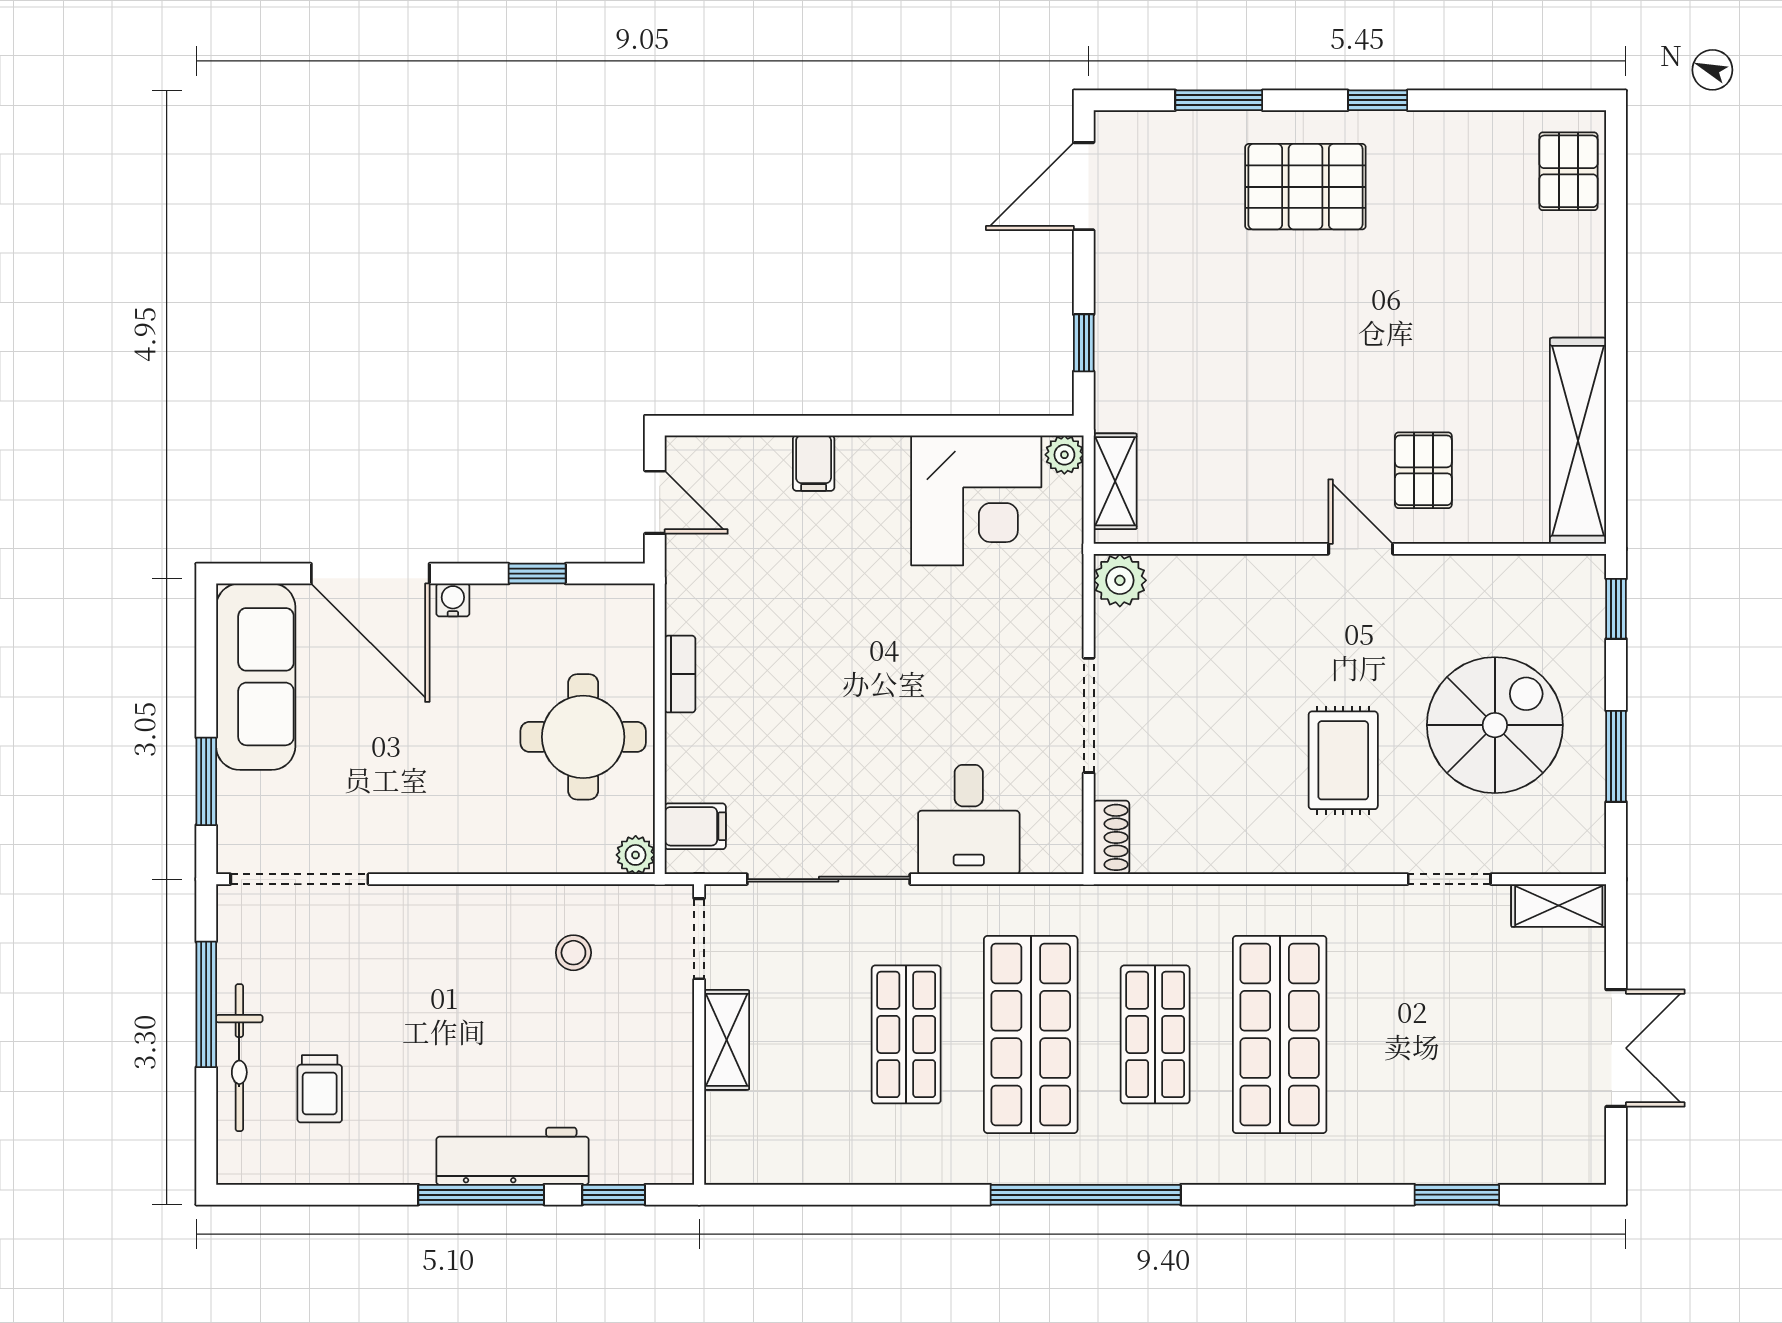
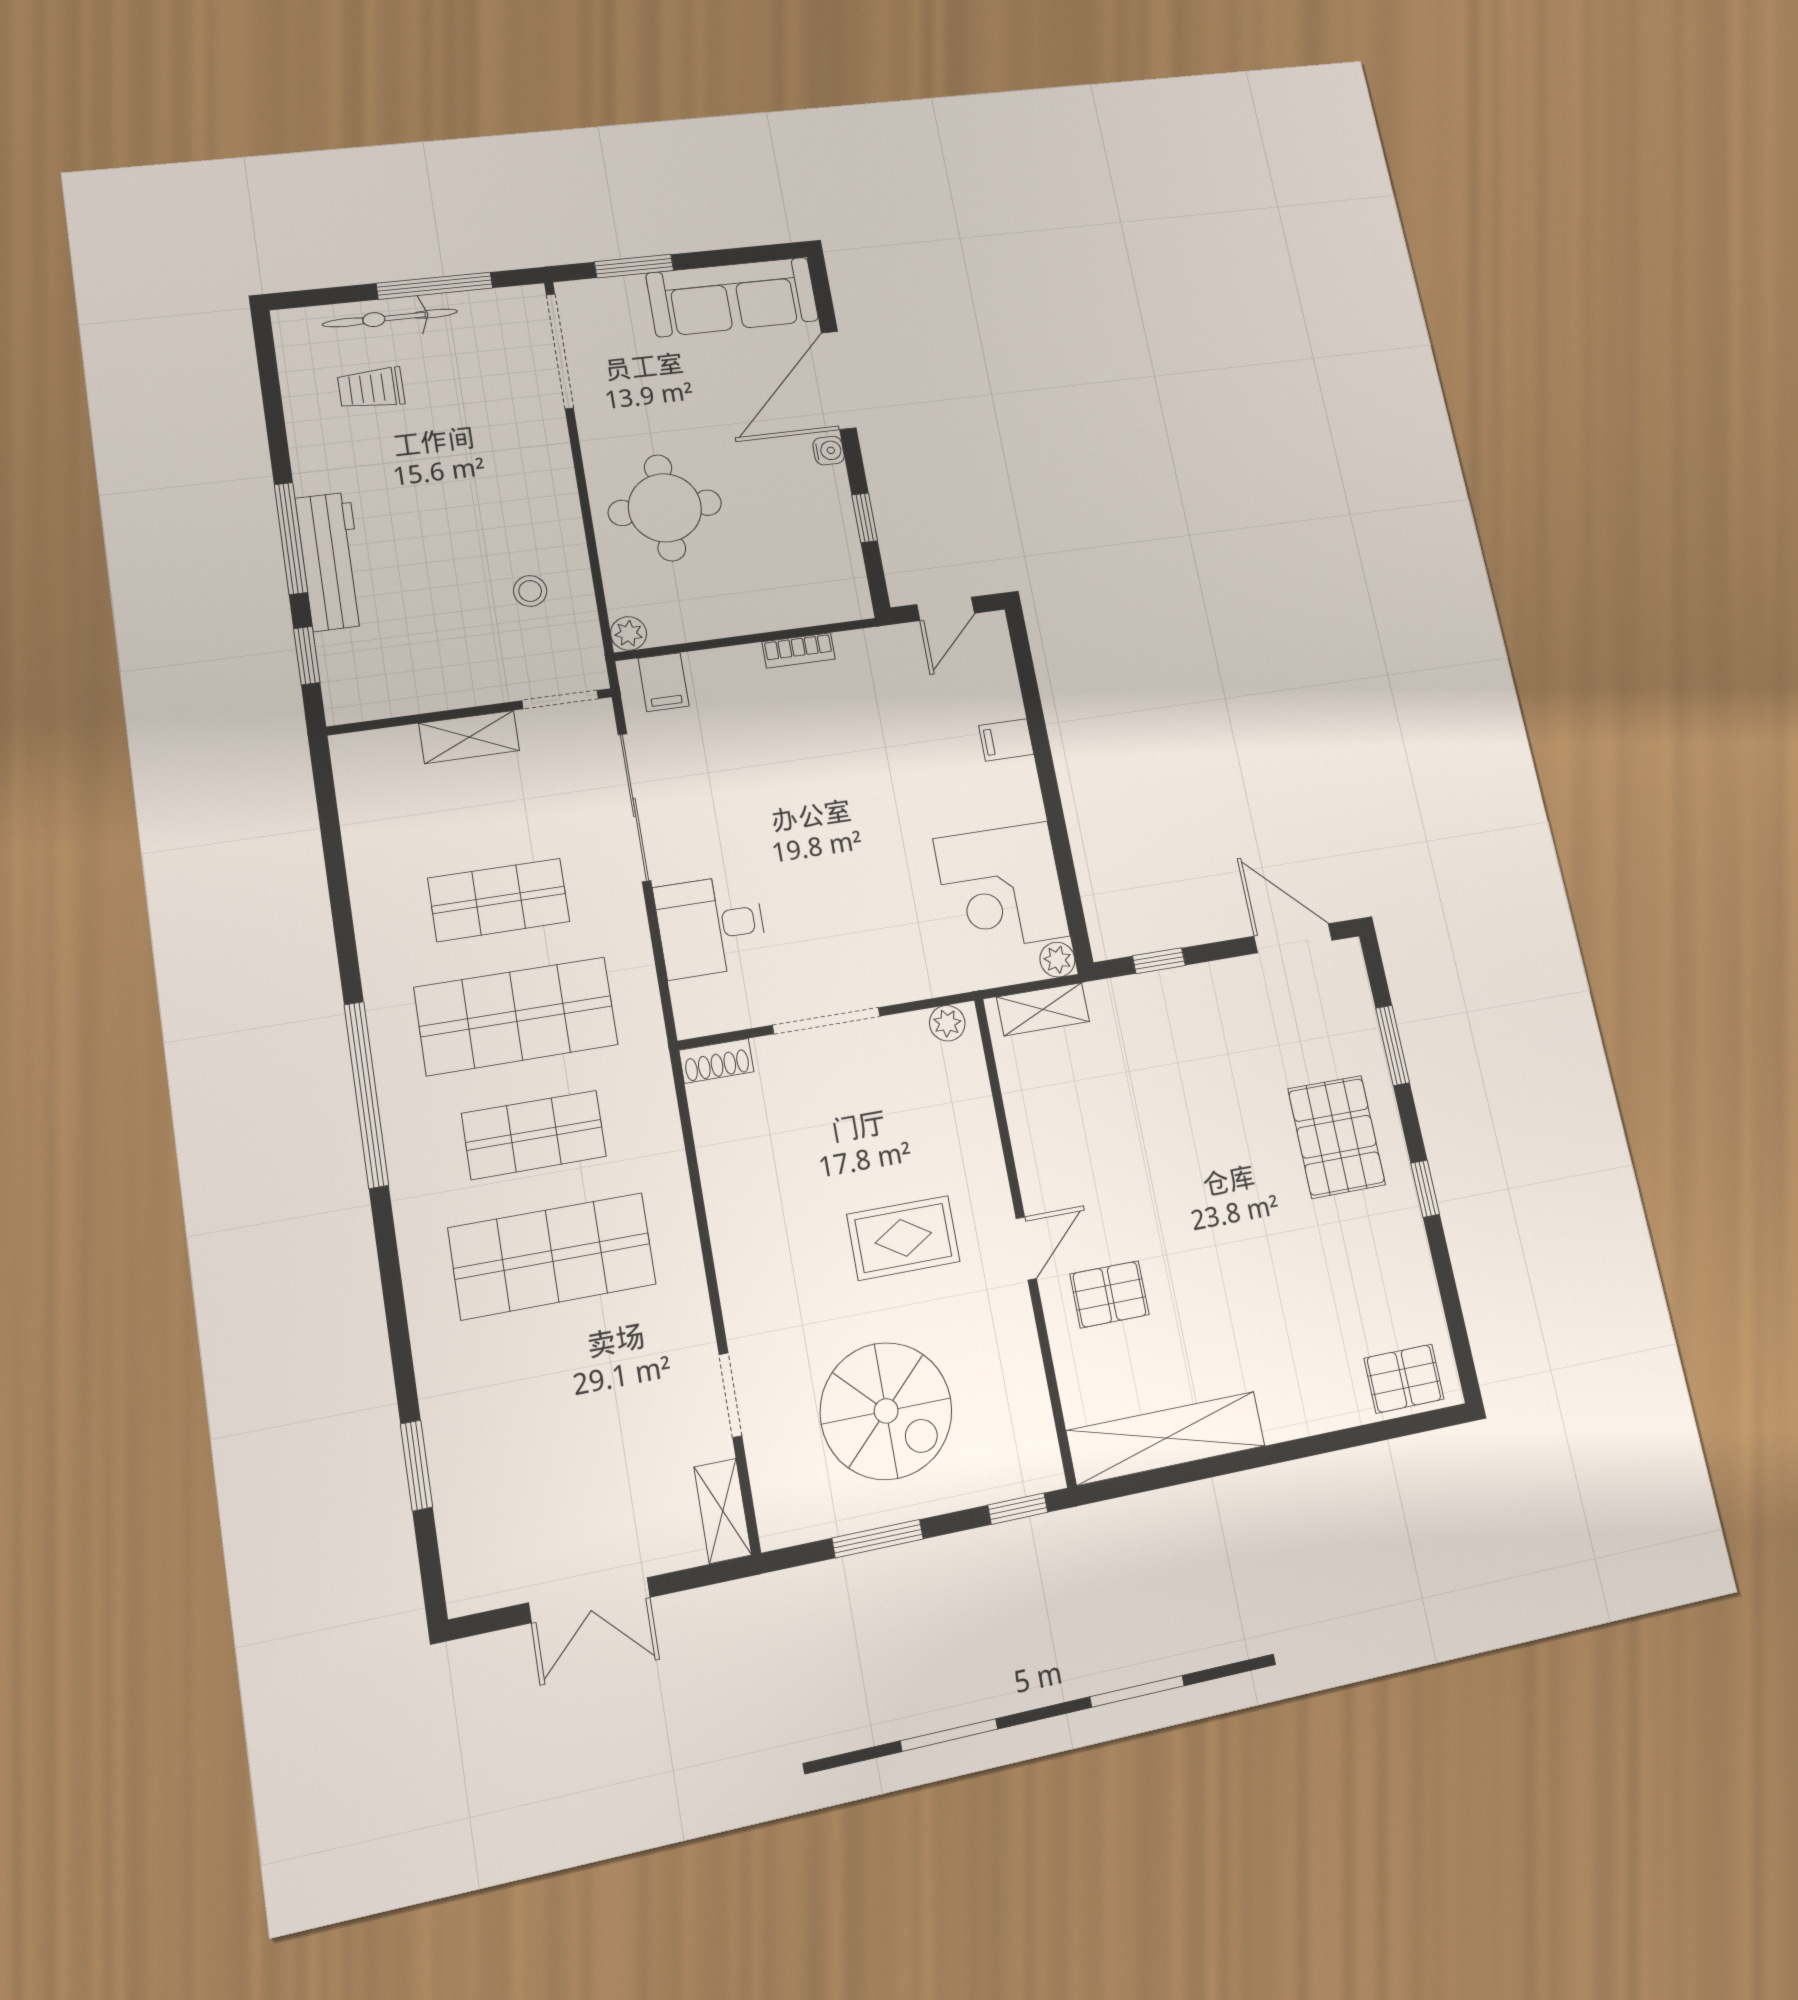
plant: (1120, 580) -> (947, 1023), width x0.73, depth x0.73
round table: (583, 737) -> (665, 508), moved
rug: (1343, 760) -> (903, 1238), moved

